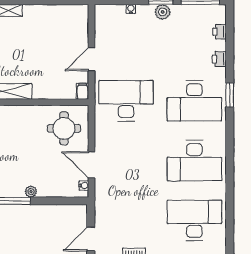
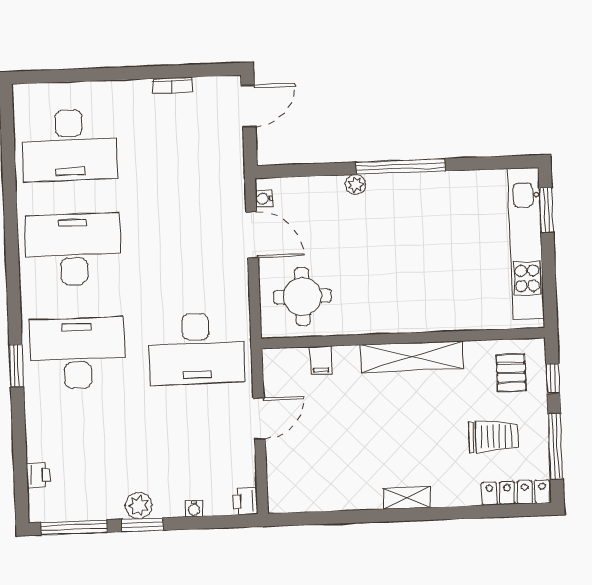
printer: (219, 59) -> (245, 501), moved, turned 180
filing cabinet: (82, 91) -> (321, 360), moved

